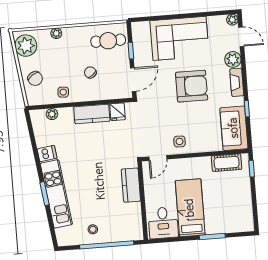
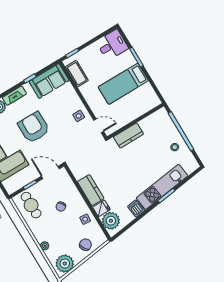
fridge: (118, 112) -> (101, 208), moved
plant: (52, 114) -> (111, 221), width x1.88, depth x1.88
desk: (163, 223) -> (112, 45), moved

